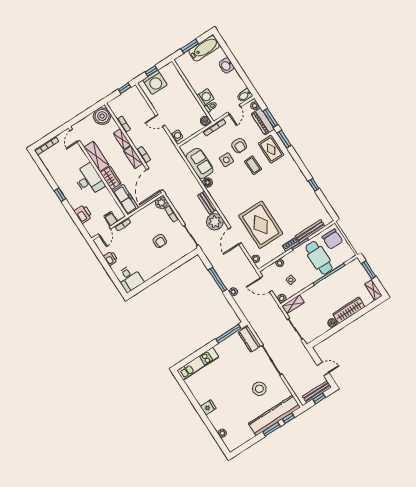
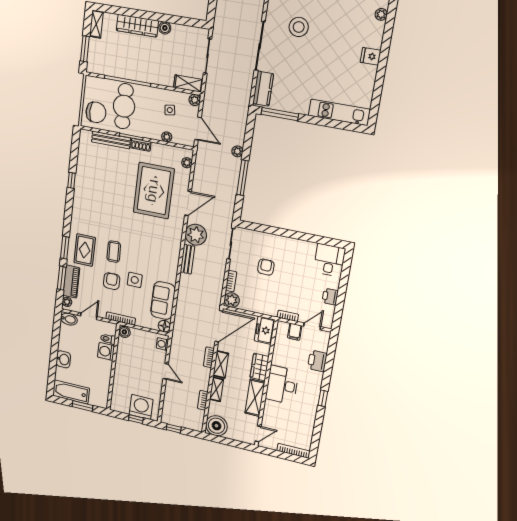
floor lamp: (207, 183) -> (164, 326), moved
freezer: (125, 200) -> (265, 330), width x0.71
chair: (332, 239) -> (96, 112), turned 90

